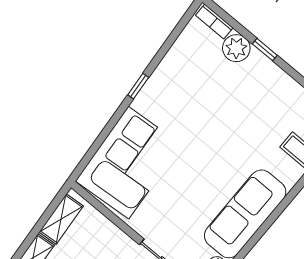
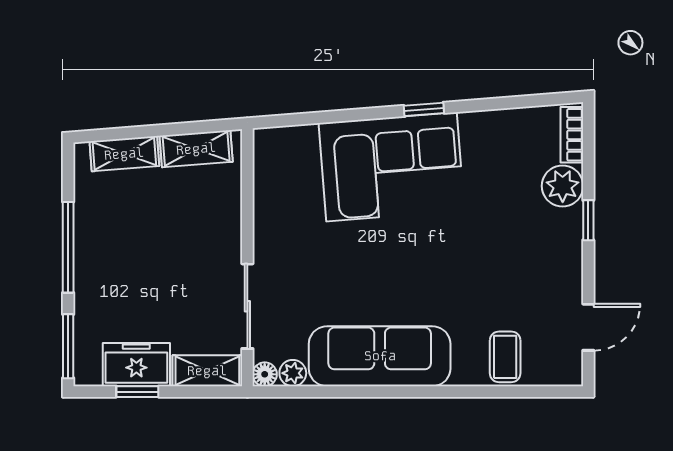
corner sofa: (128, 163) -> (392, 167), moved

